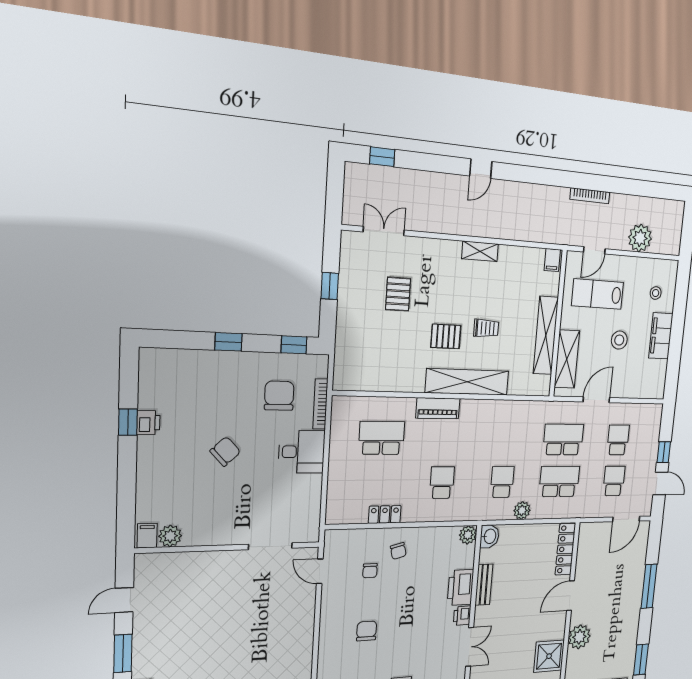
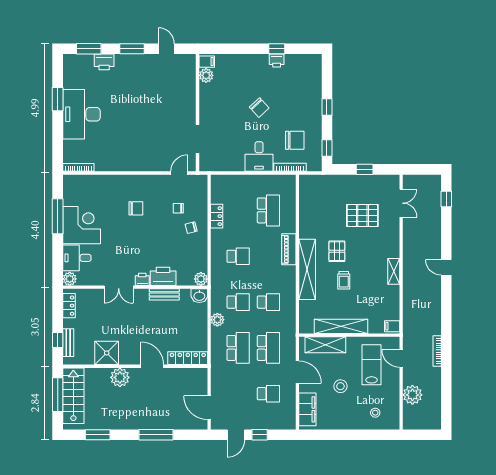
pallet: (398, 294) -> (362, 216), width x1.50, depth x1.42
filing cabinet: (661, 336) -> (307, 409), moved, turned 90
school desk: (614, 481) -> (268, 302), moved

